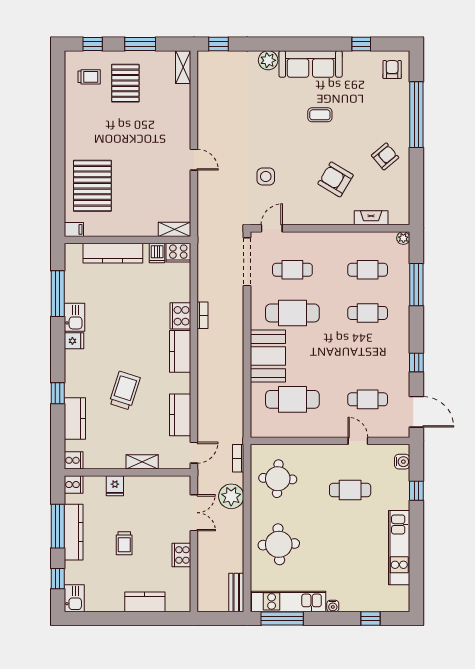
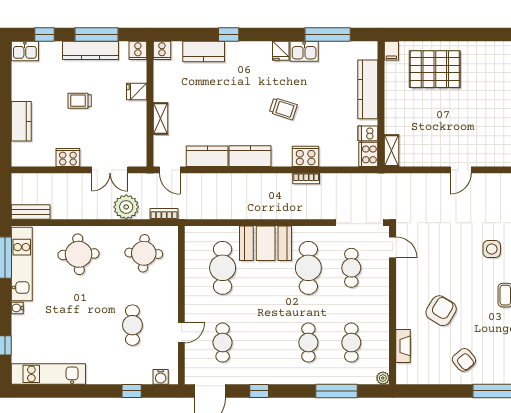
side table: (266, 177) -> (492, 249), moved
kitchen counter: (180, 351) -> (250, 156), moved
trolley: (125, 390) -> (283, 109), moved, width x0.73, depth x0.72
kitchen unit: (399, 548) -> (48, 374), moved

